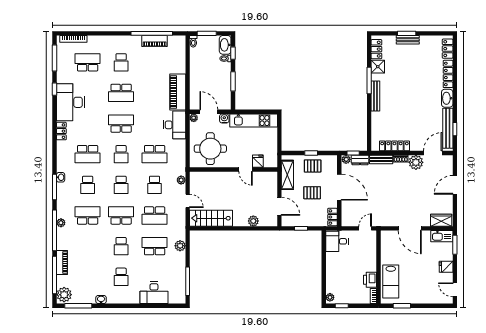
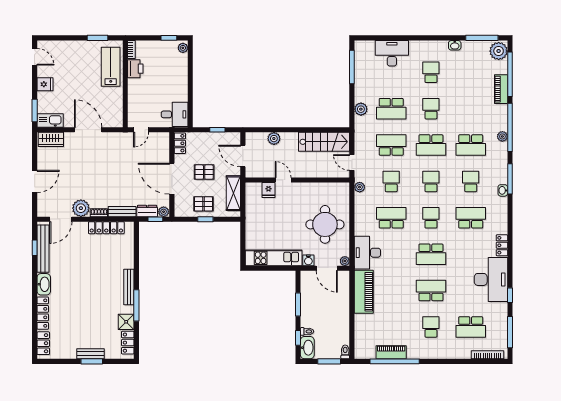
fridge: (258, 161) -> (268, 190), moved
wall: (234, 170) -> (297, 180), moved
door: (246, 170) -> (283, 180), moved

